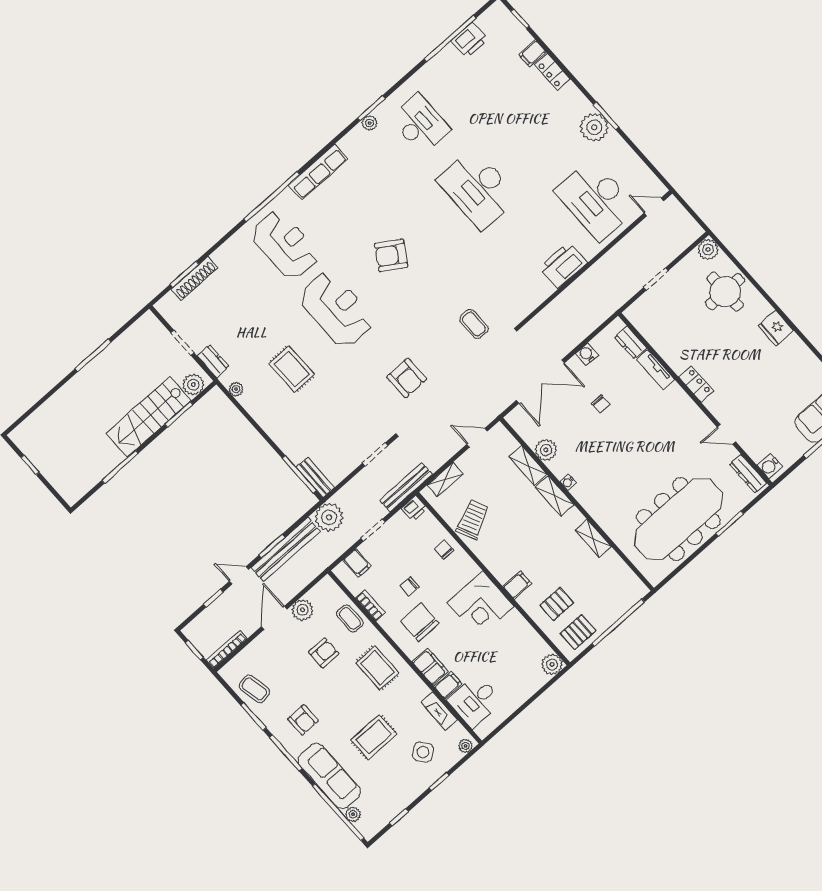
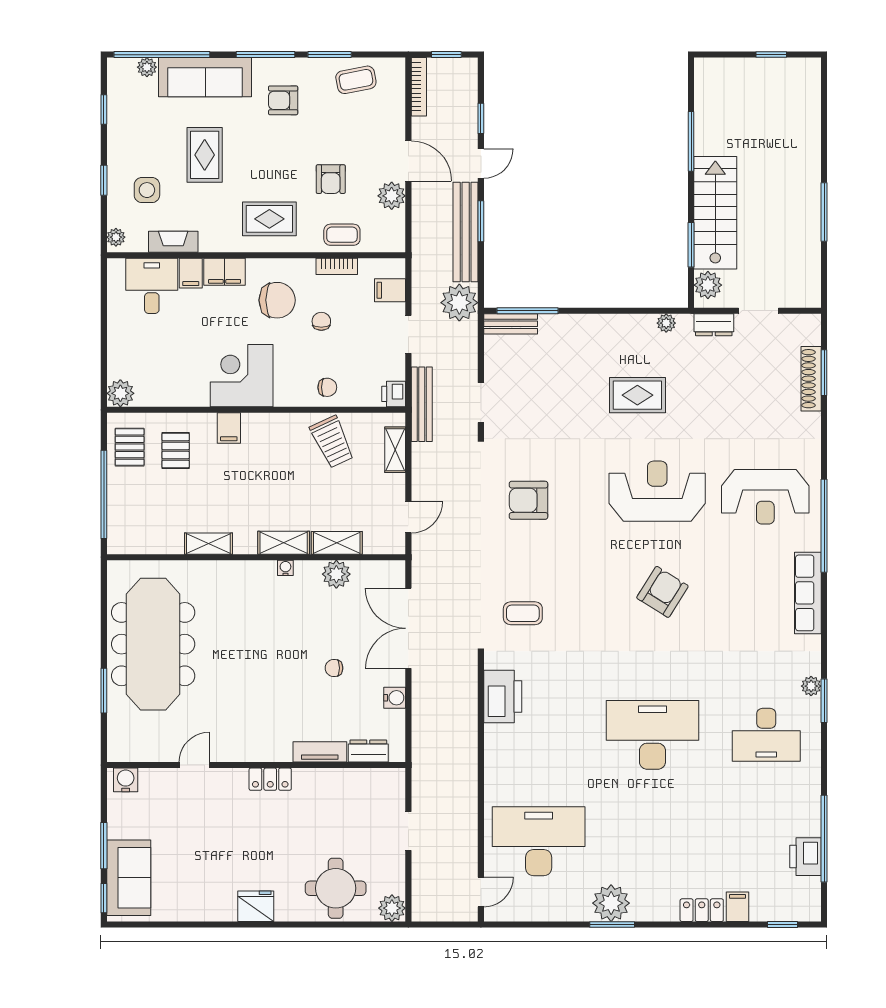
printer: (563, 265) -> (503, 697), moved
reception desk: (336, 309) -> (657, 491), turned 180
dresser: (748, 474) -> (137, 752), removed
side table: (423, 752) -> (147, 190), turned 37

